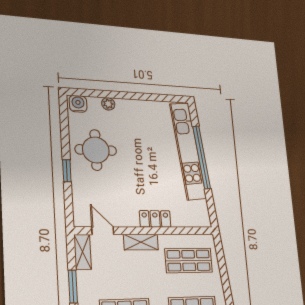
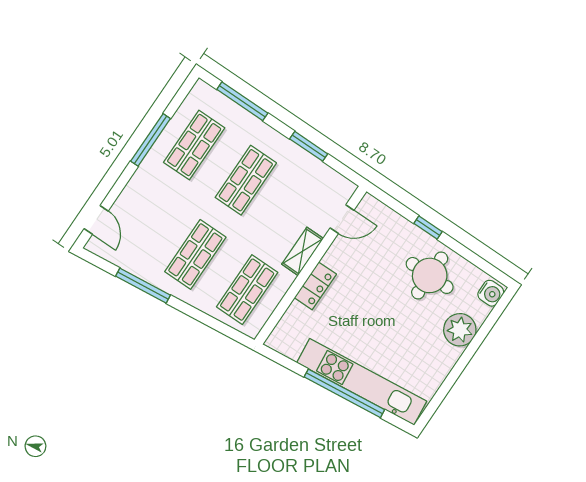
plant: (108, 104) -> (460, 330), width x1.88, depth x1.88
shelving: (83, 252) -> (336, 182), removed

